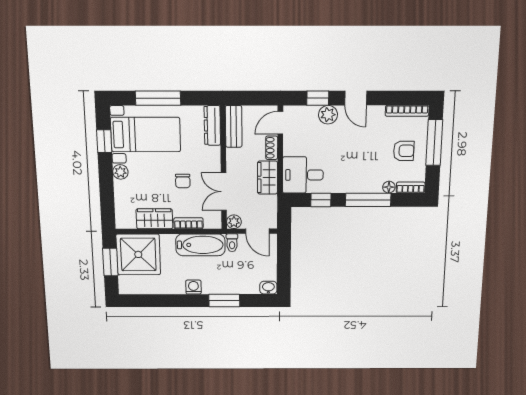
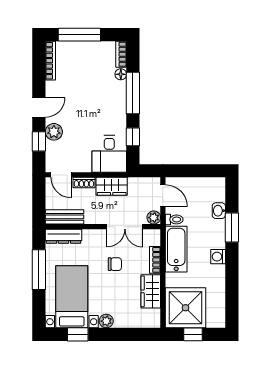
window: (158, 98) -> (39, 270), moved
armchair: (404, 151) -> (87, 62), removed
door: (257, 231) -> (163, 196), hinge flipped
window: (110, 262) -> (193, 334), width x0.67
washbasin: (268, 288) -> (219, 211), moved

